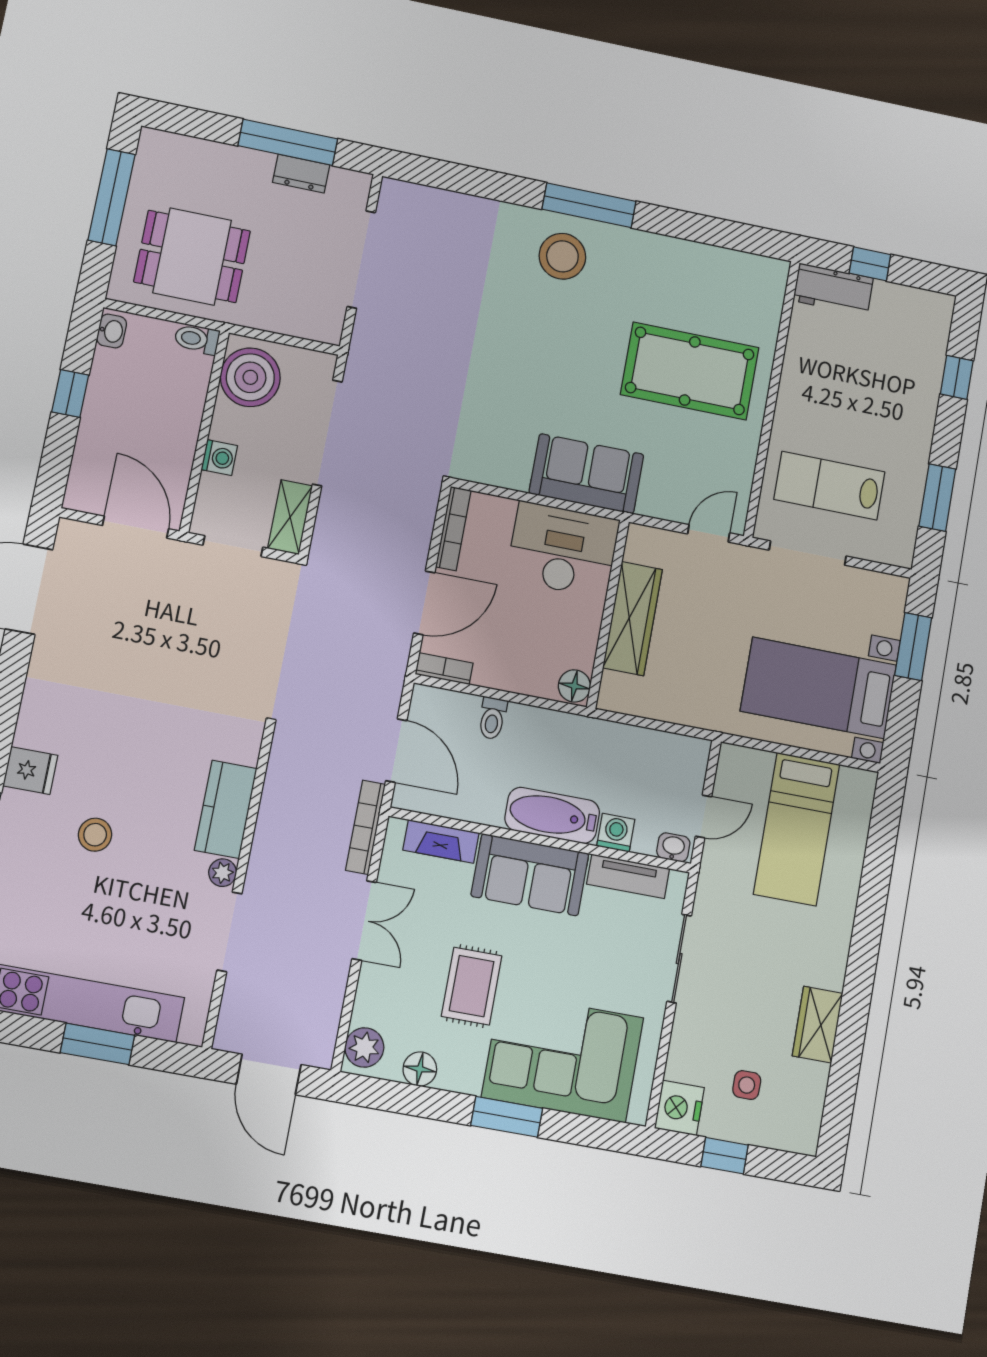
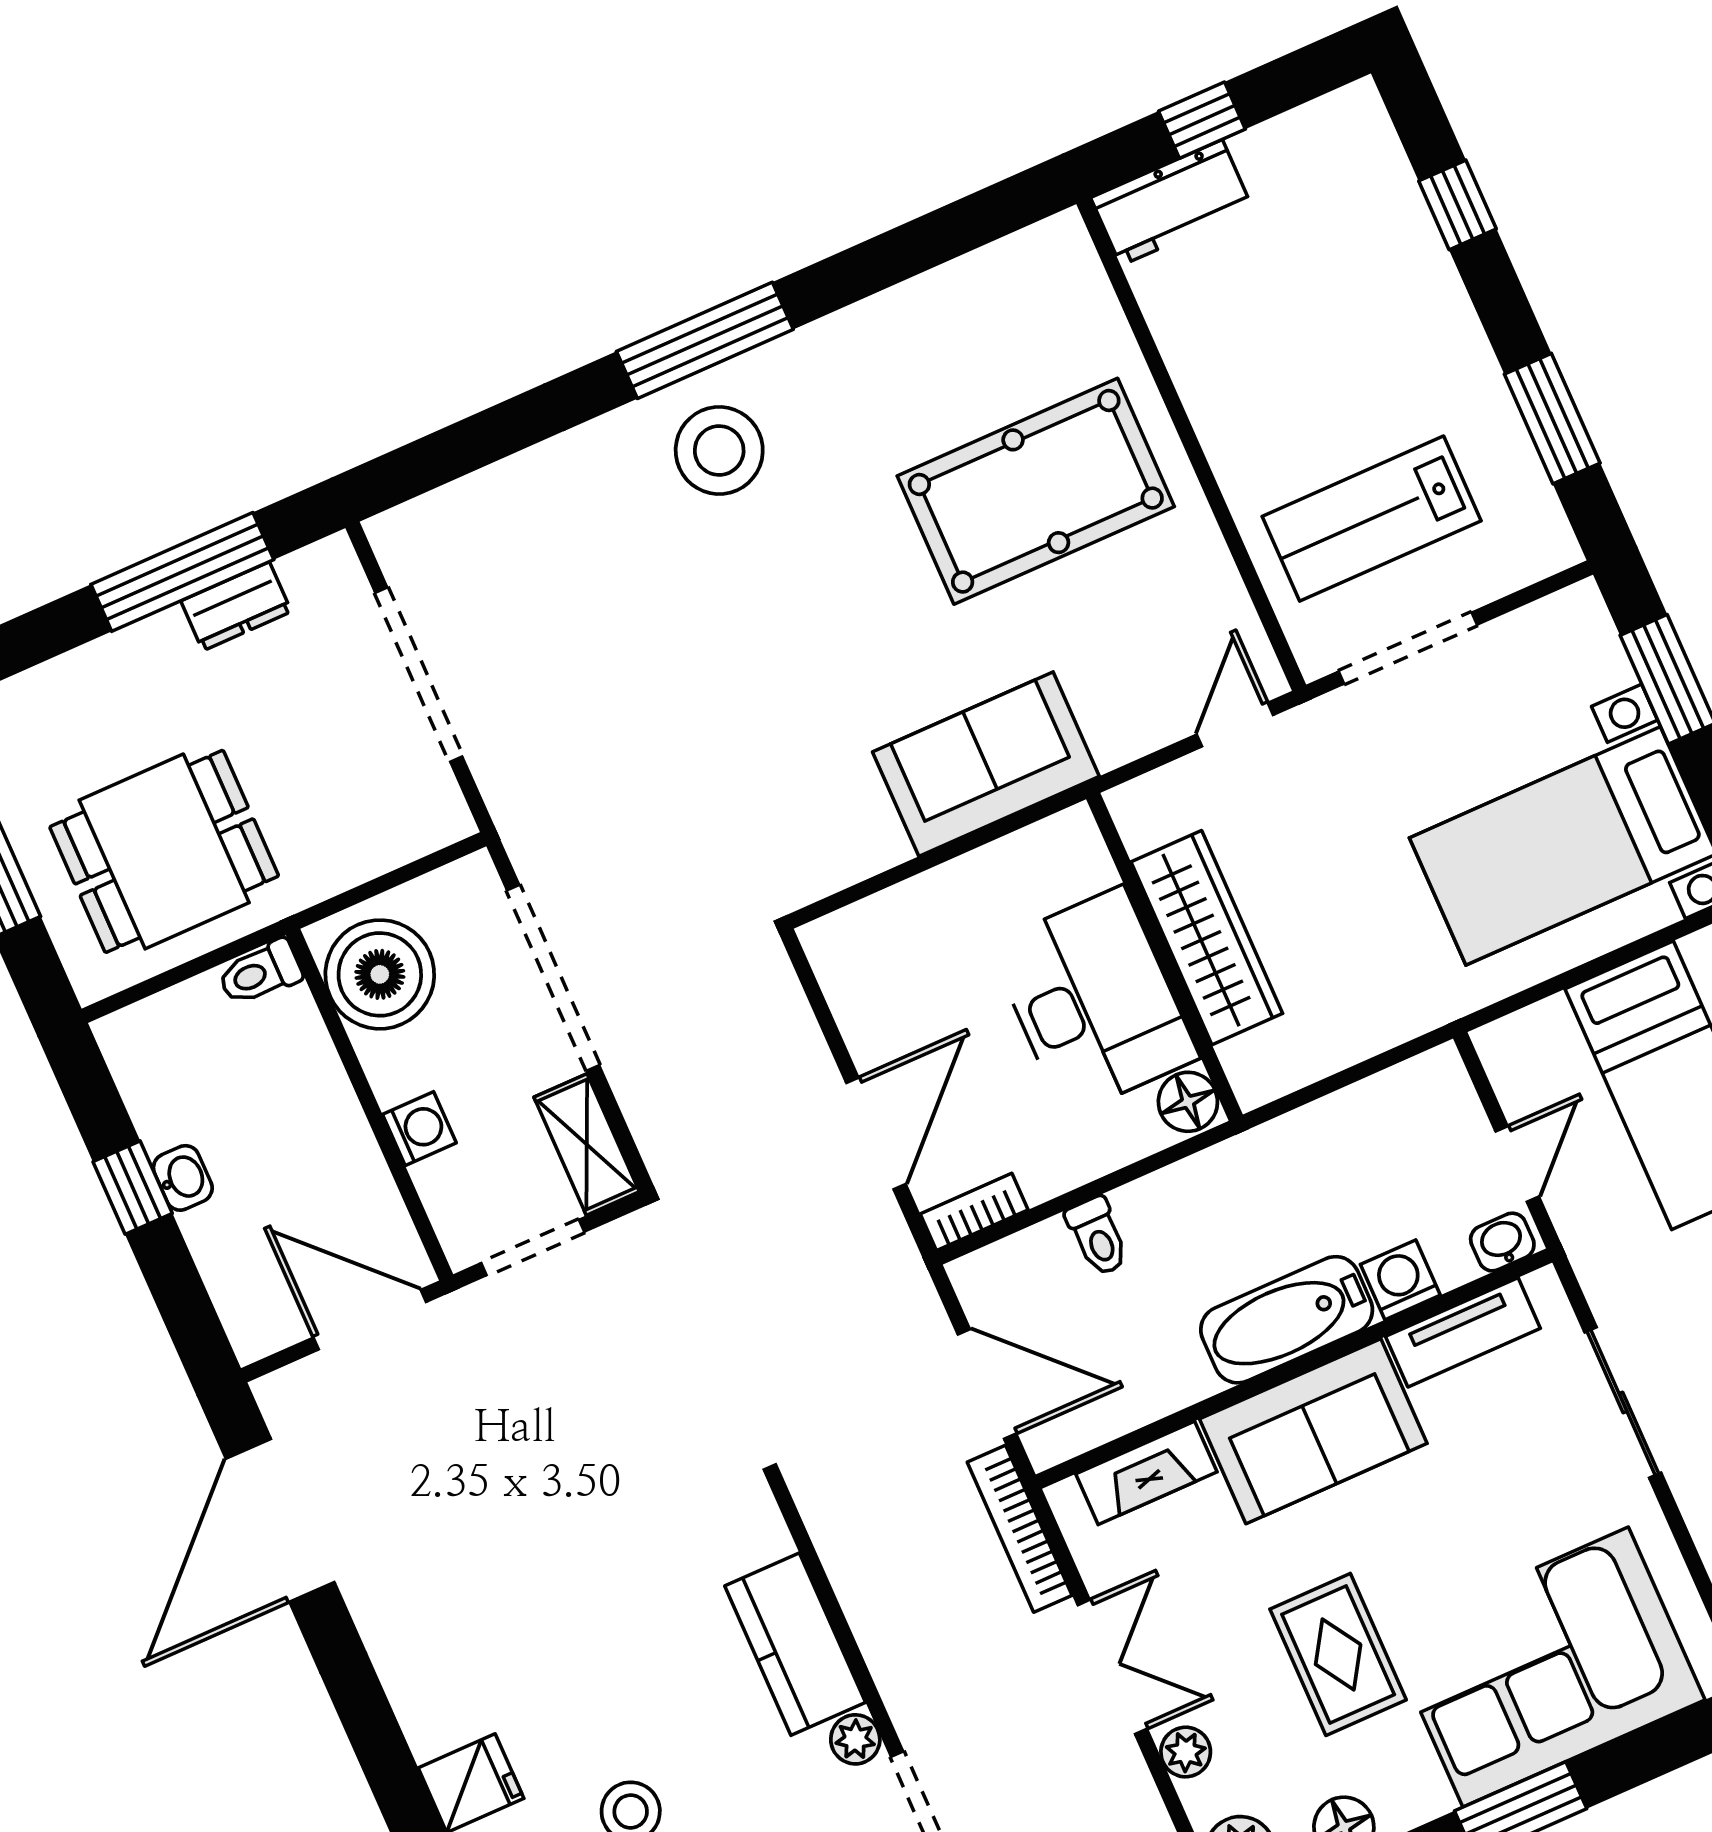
washbasin: (112, 331) -> (183, 1178), moved
bookcase: (453, 529) -> (842, 990), removed
desk: (563, 550) -> (1094, 1001), moved, turned 90
plant: (371, 983) -> (1186, 1752), added

